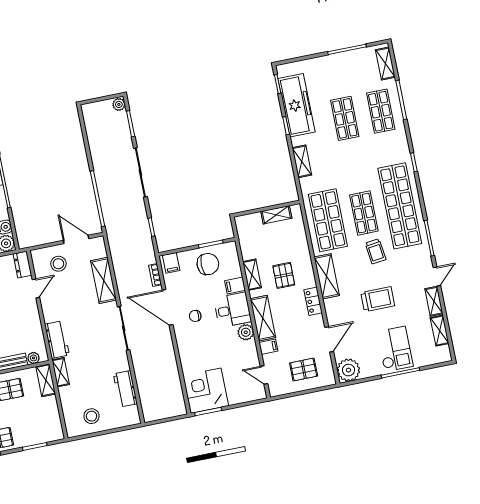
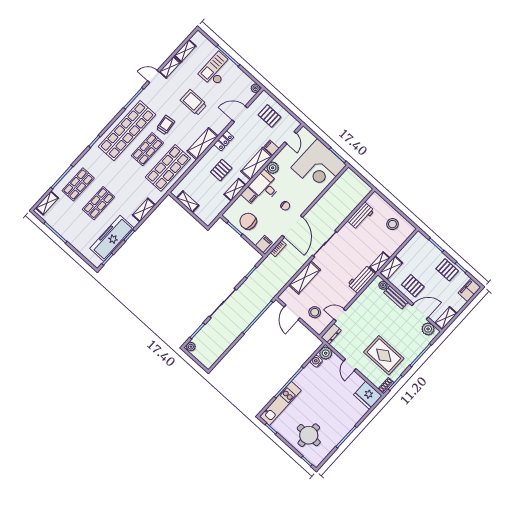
plant: (348, 370) -> (255, 88), width x0.53, depth x0.53
corner desk: (206, 391) -> (319, 166), width x1.36, depth x1.36

